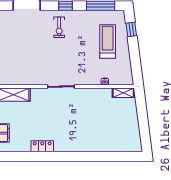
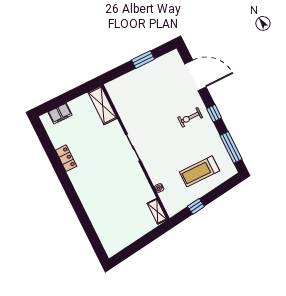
window: (131, 29) -> (196, 206), moved
treadmill: (108, 41) -> (200, 171), turned 180

